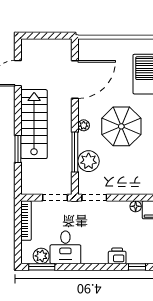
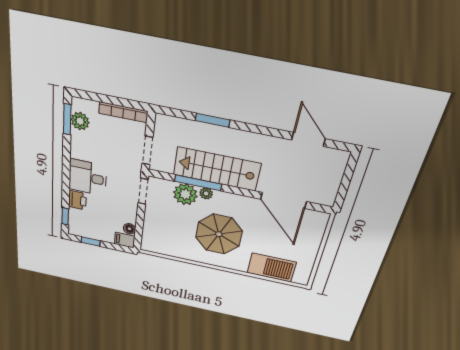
stairs: (34, 124) -> (217, 169), moved, turned 180
plant: (84, 125) -> (206, 194), moved
desk: (65, 247) -> (88, 177), moved

